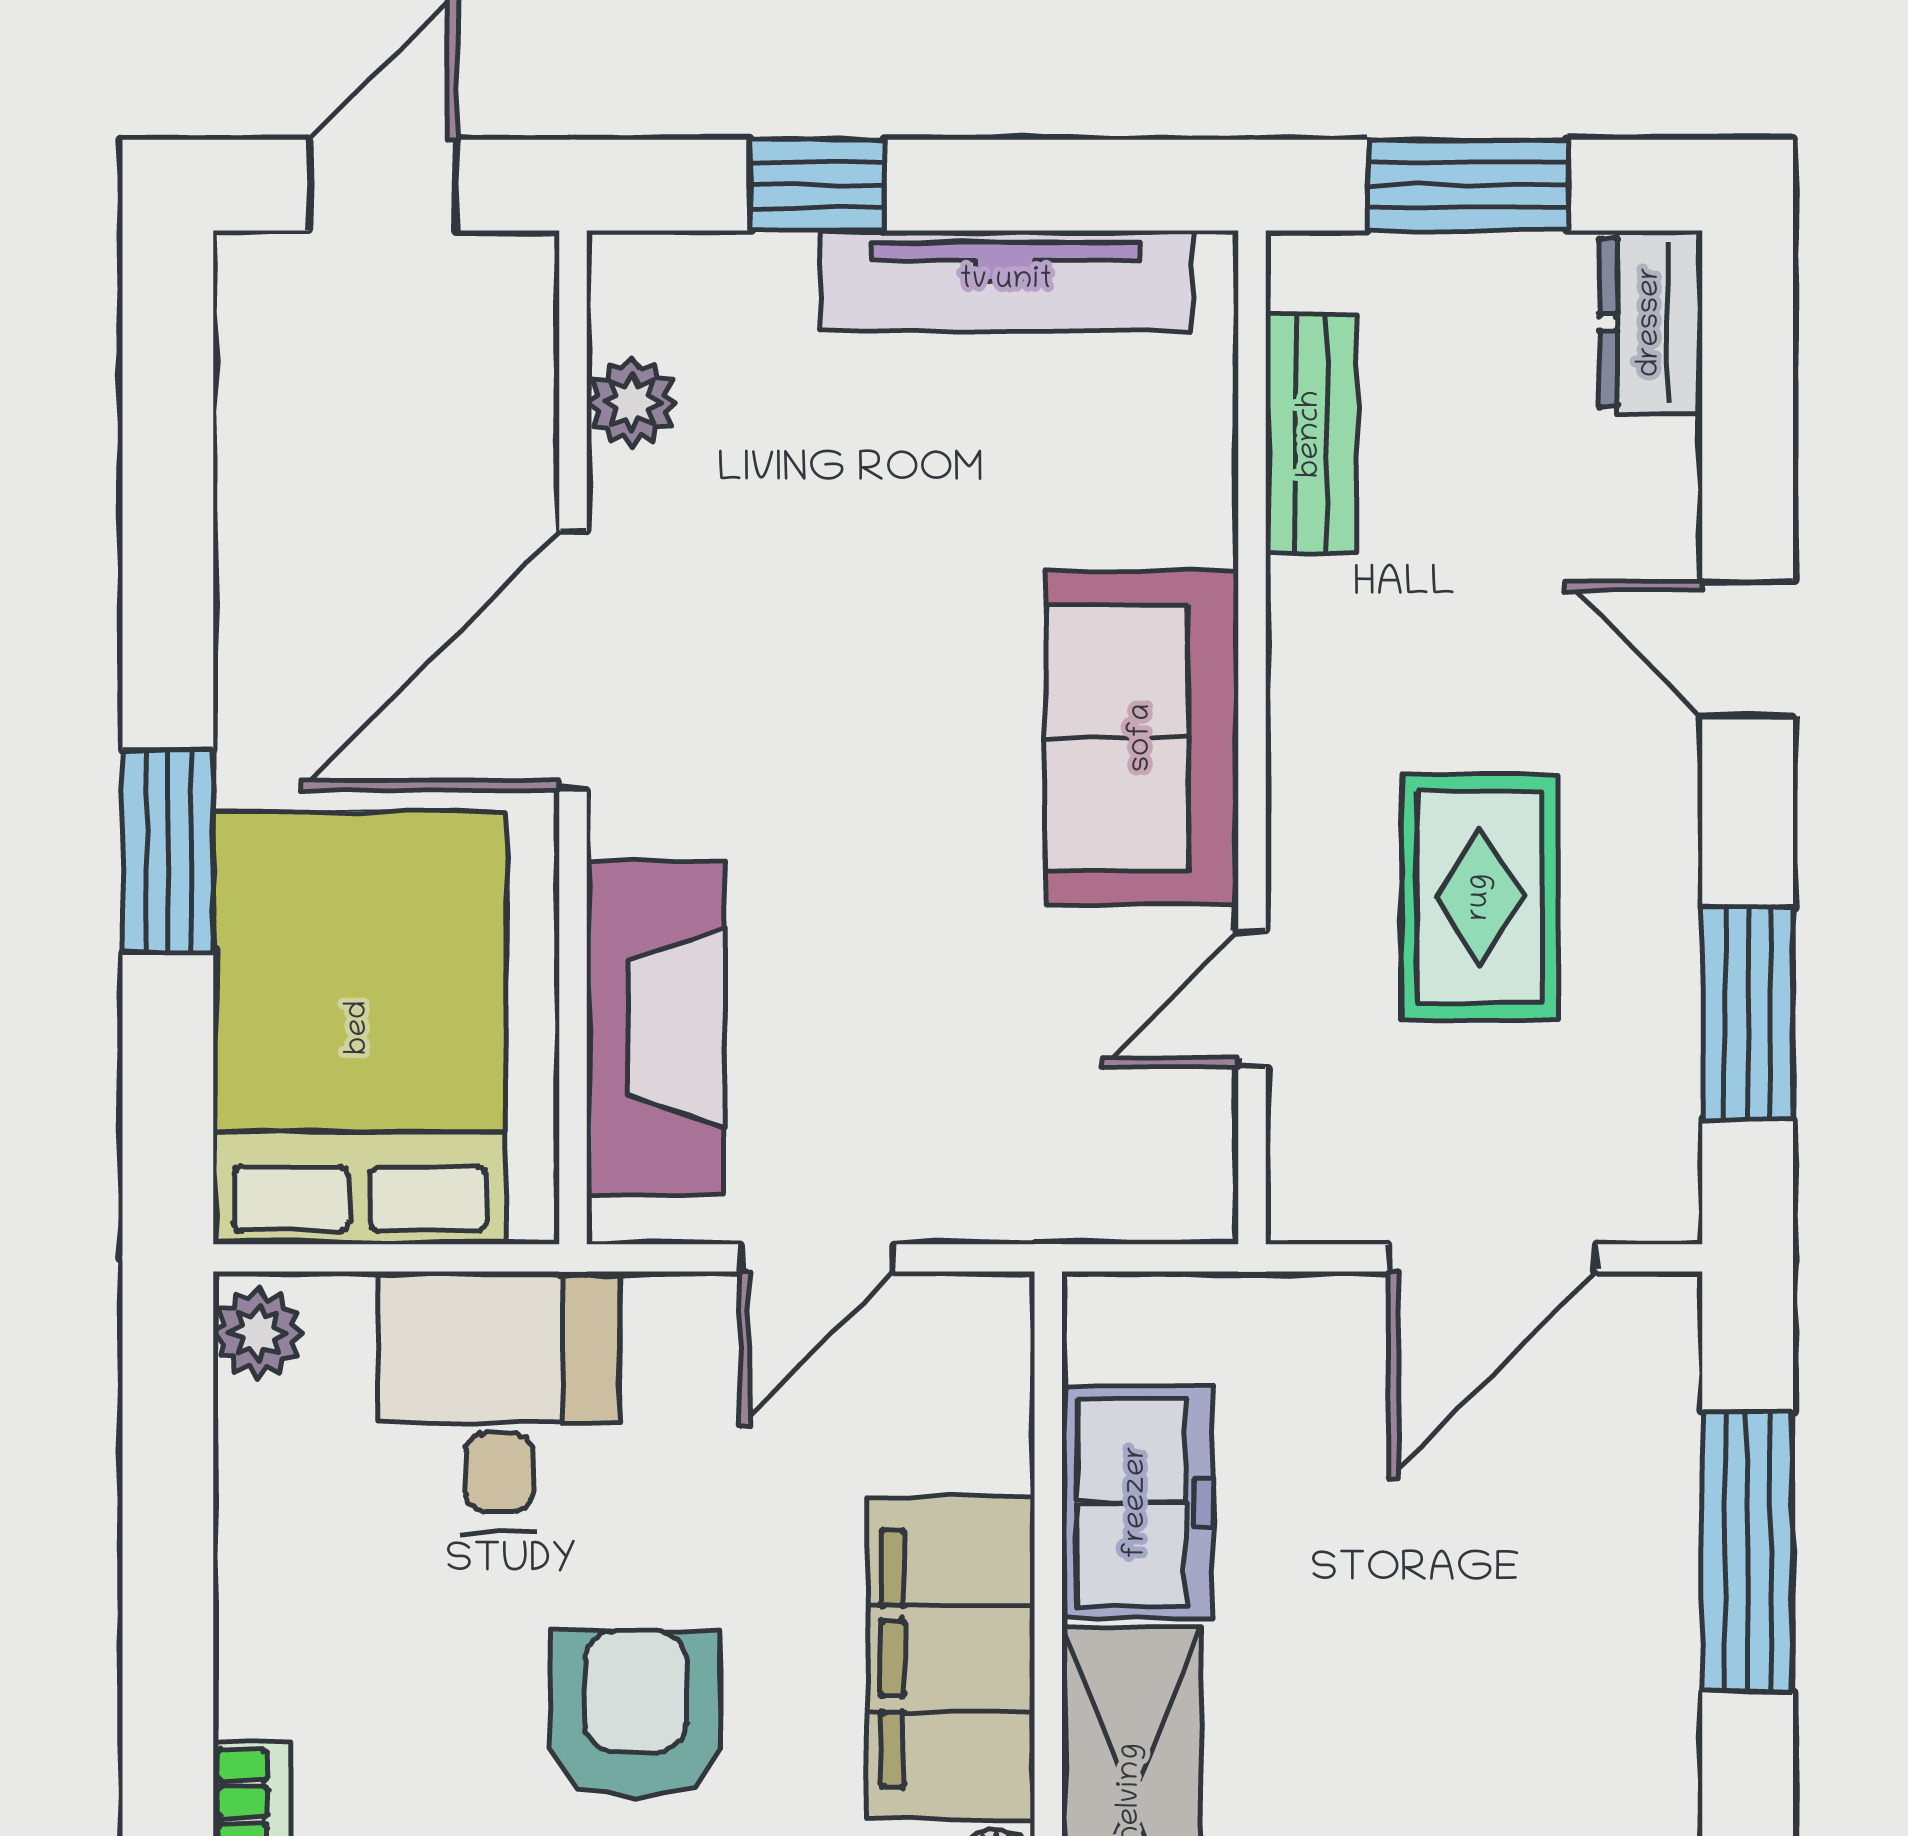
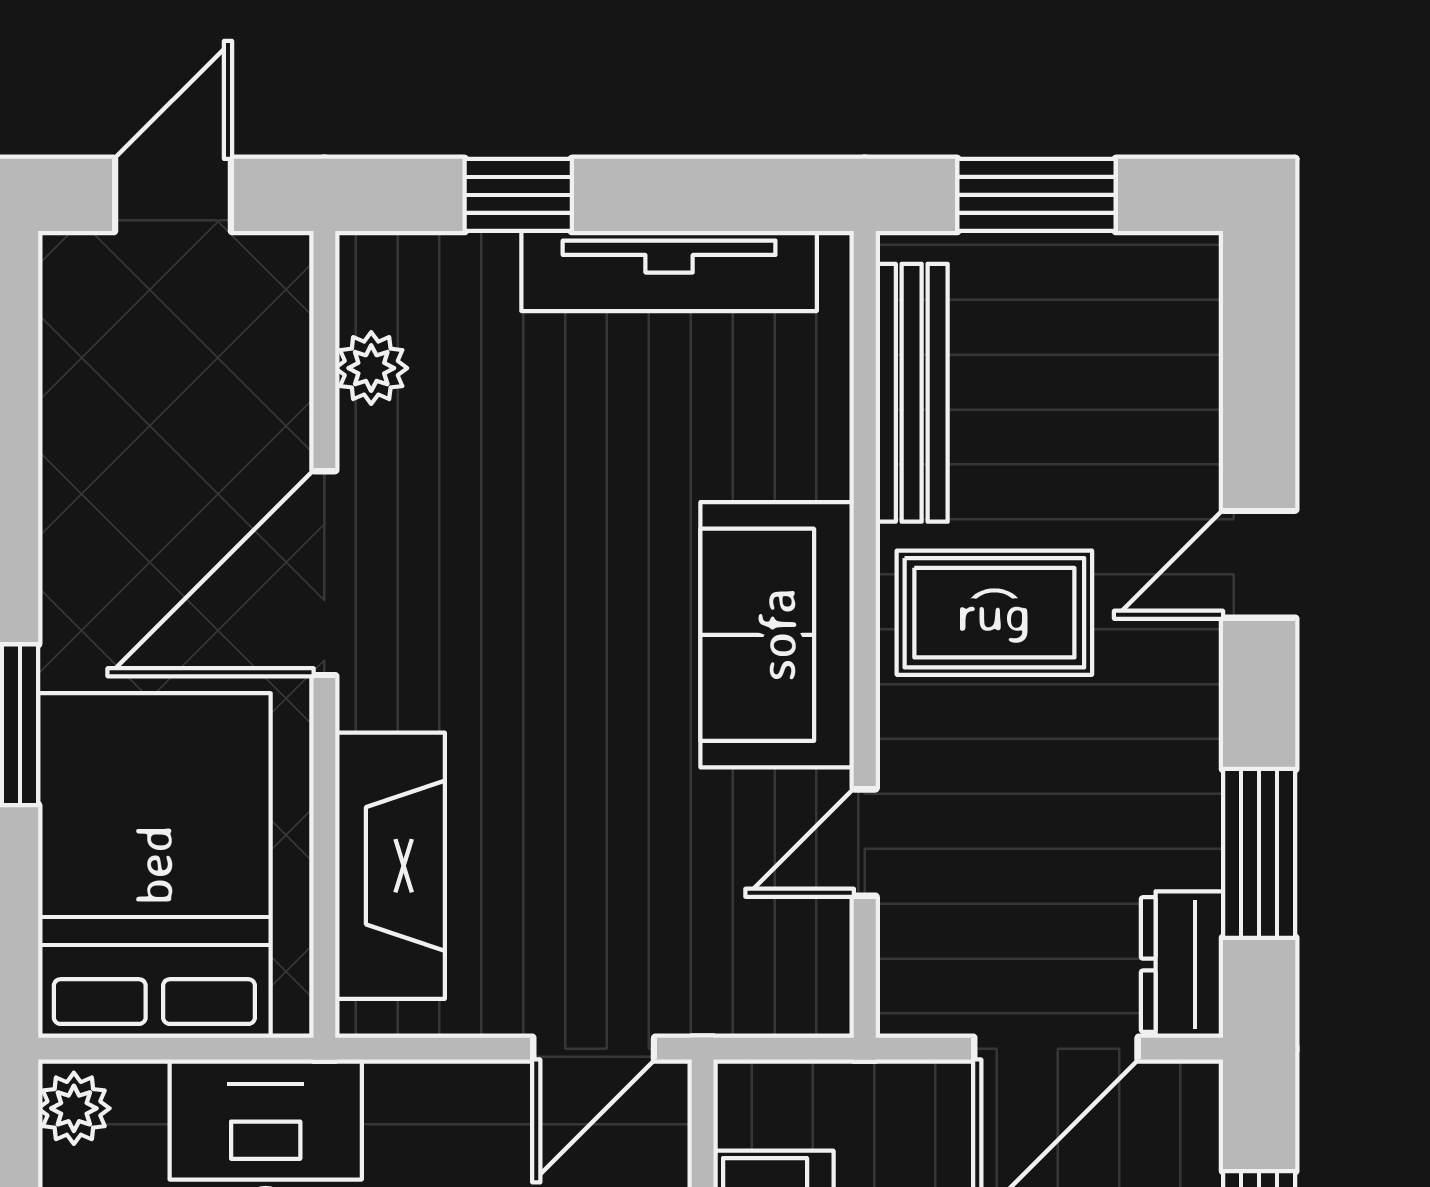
dresser: (1651, 322) -> (1182, 965), moved
bench: (1311, 434) -> (912, 393), width x1.36
door: (1748, 649) -> (1259, 564), hinge flipped
rug: (1480, 897) -> (994, 613), moved, turned 90
door: (817, 1258) -> (594, 1049), moved

